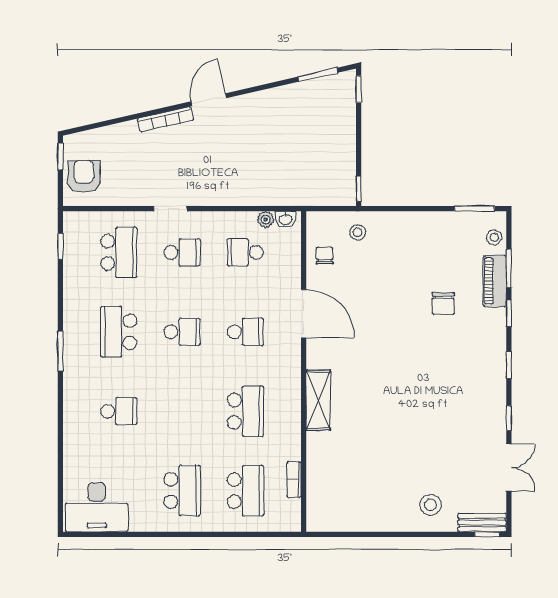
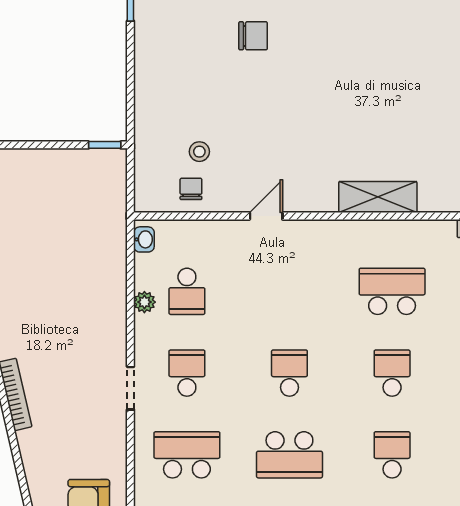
plant: (266, 220) -> (144, 302), moved
stool: (358, 232) -> (199, 152), moved
chair: (325, 255) -> (191, 189), turned 90
door: (304, 314) -> (266, 216), width x0.53
school desk: (245, 332) -> (392, 373), moved

